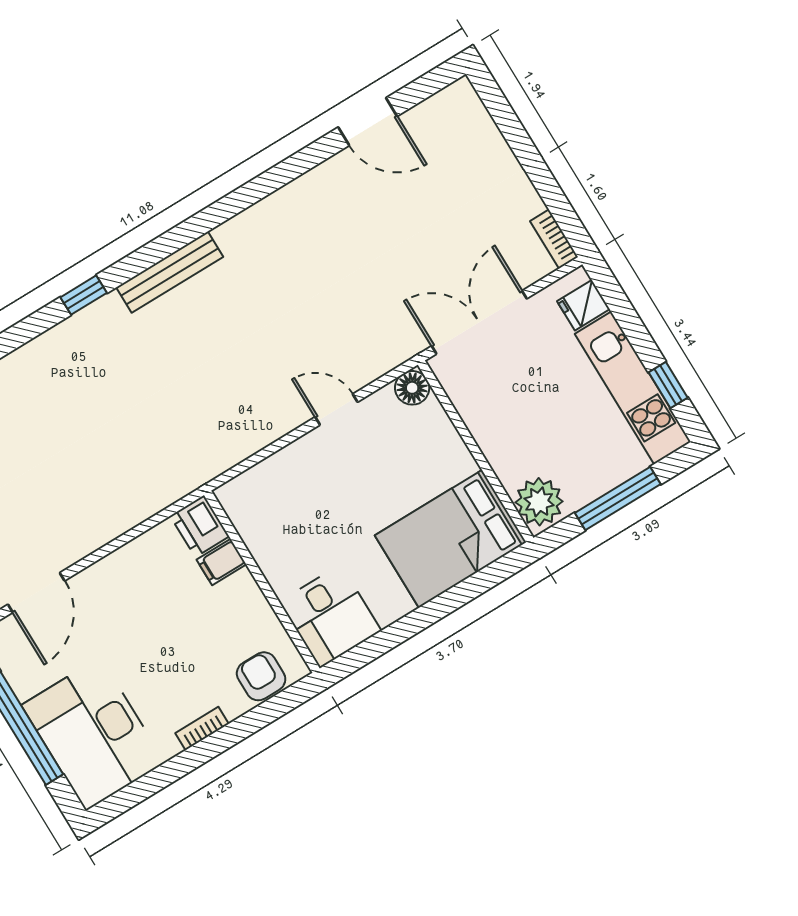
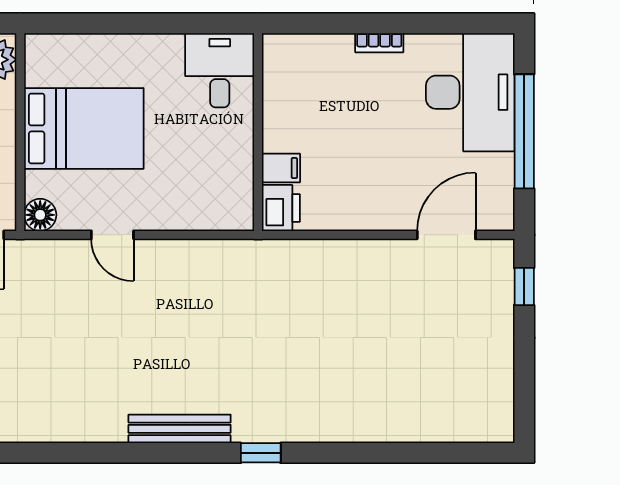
bed: (450, 539) -> (84, 128), moved
armchair: (261, 676) -> (305, 56), removed

